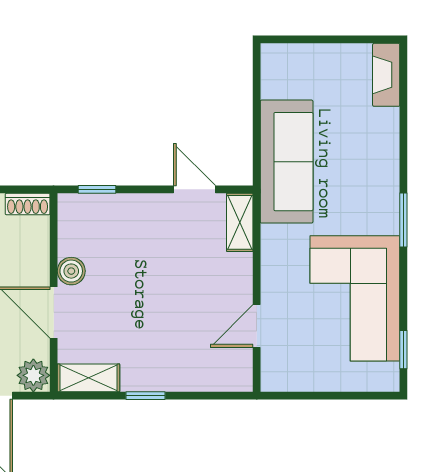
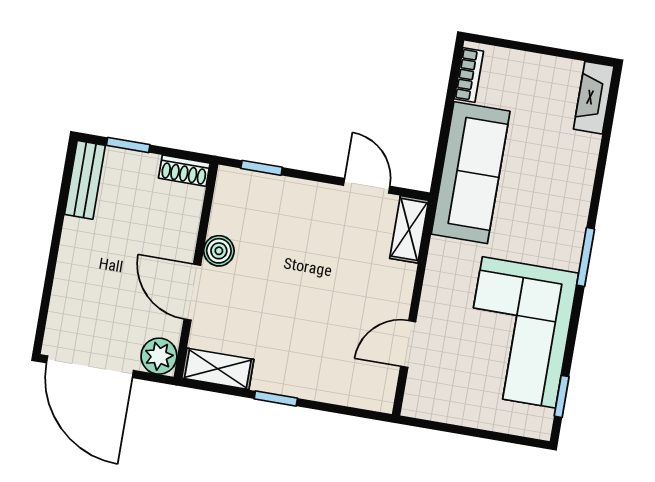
bookcase: (270, 74) -> (469, 75), added

